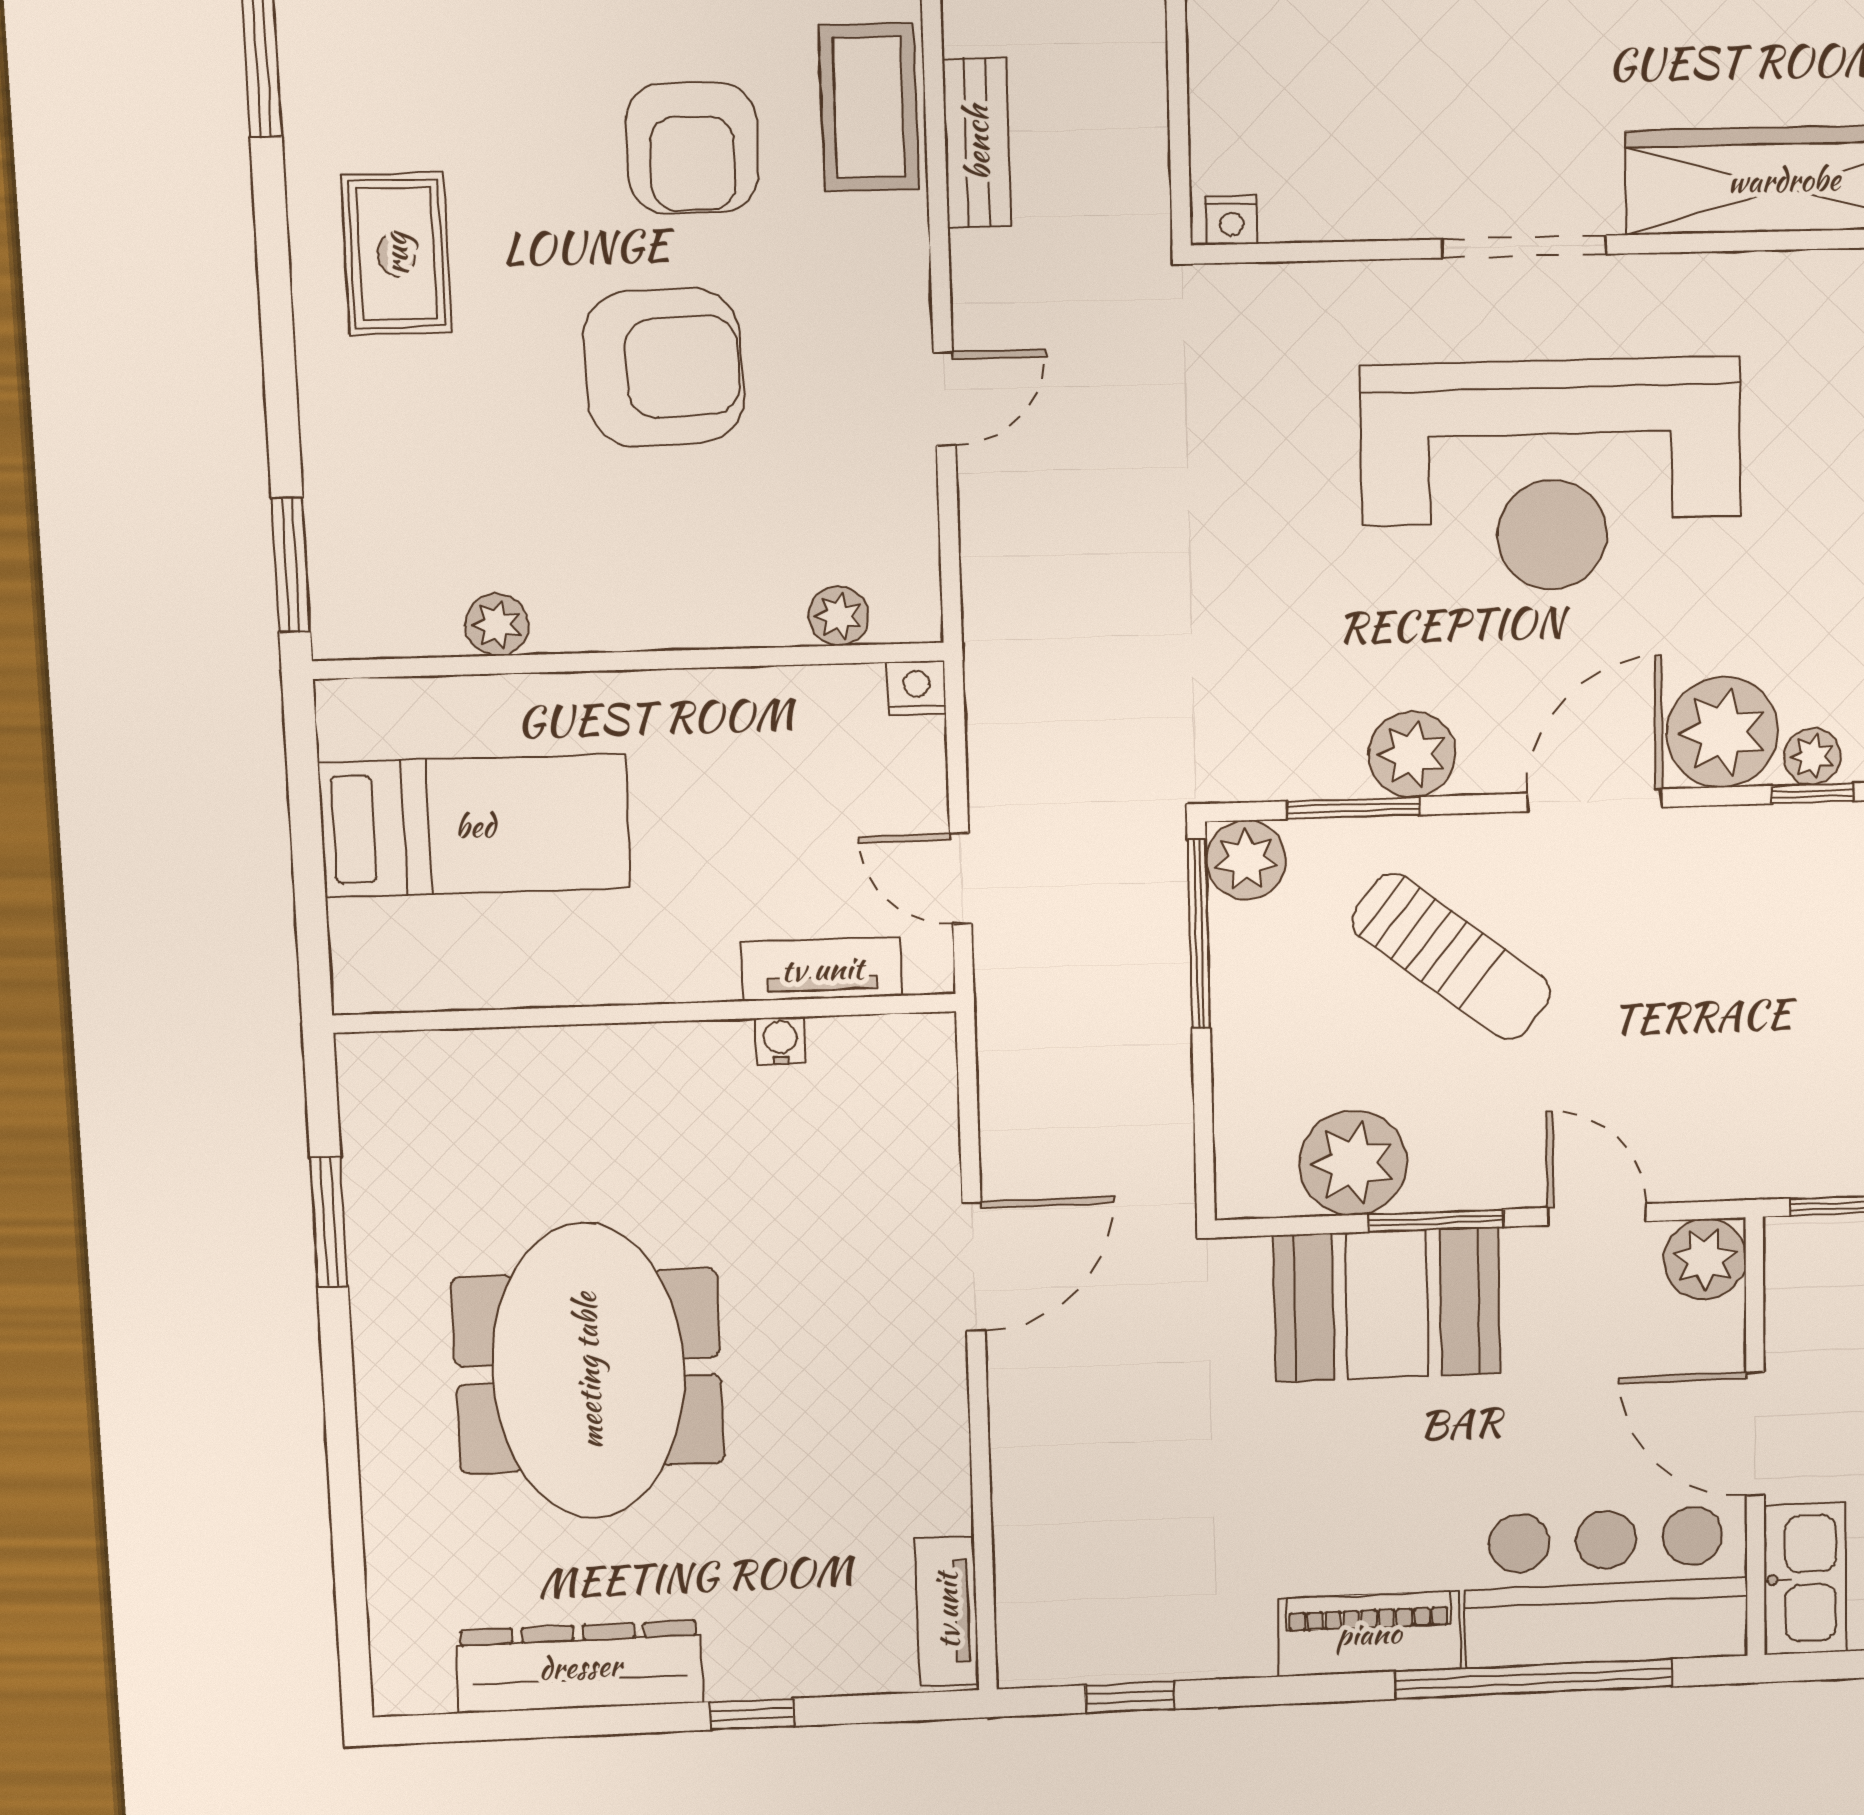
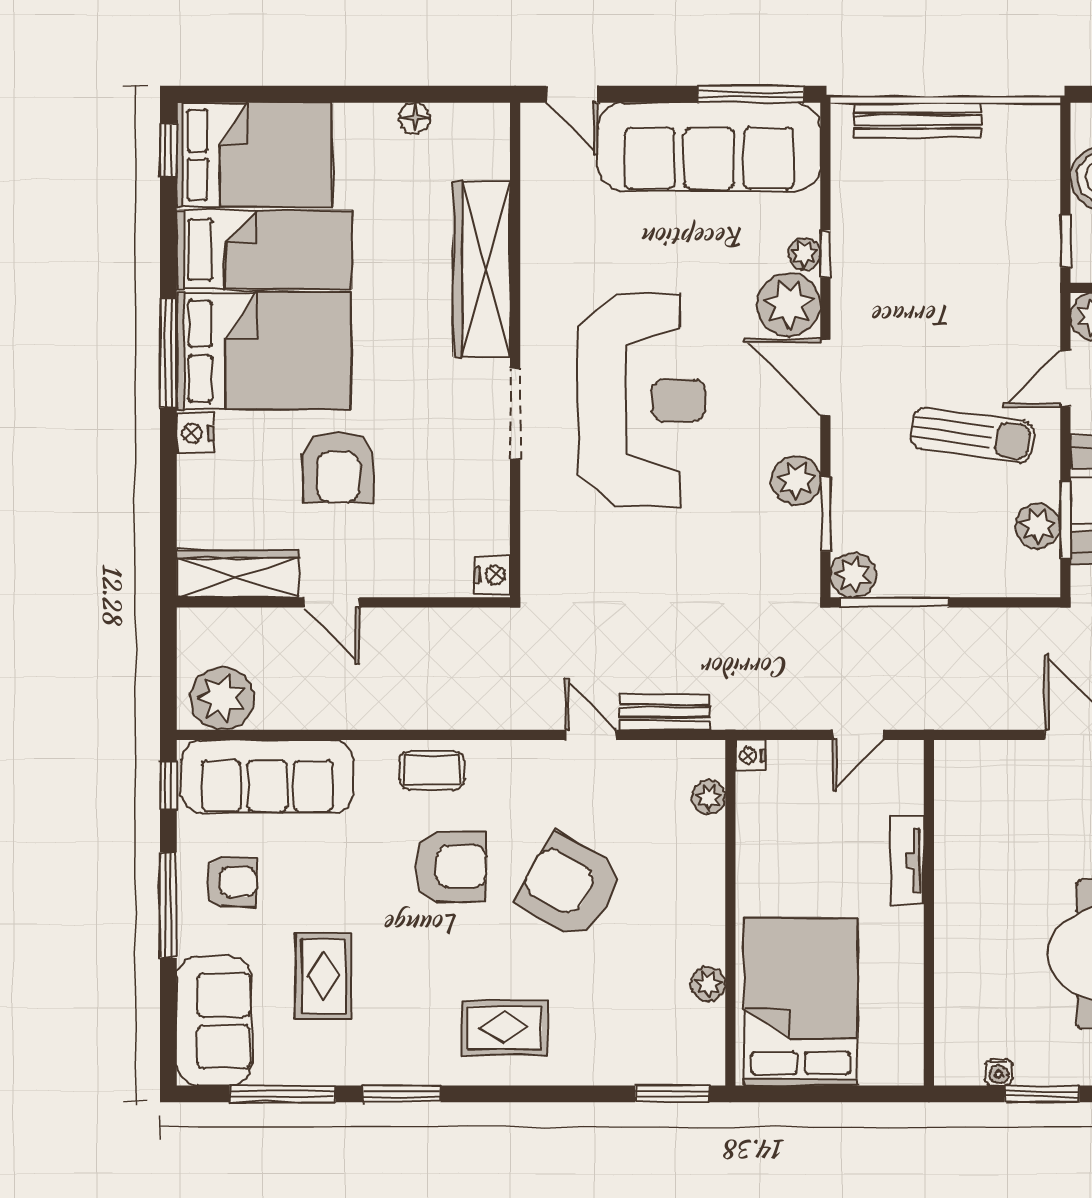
coffee table: (869, 107) -> (432, 770), width x0.73, depth x0.77
bench: (977, 143) -> (664, 713), moved
nightstand: (1232, 220) -> (492, 575), width x1.39, depth x1.35
armchair: (664, 368) -> (570, 887), turned -58
bed: (475, 826) -> (801, 1002), width x1.50
sun lounger: (1451, 957) -> (972, 435), moved, turned 60
tv unit: (822, 969) -> (907, 860), moved
water cooler: (780, 1041) -> (999, 1072), moved, turned -90
plant: (1353, 1163) -> (1038, 526), width x0.73, depth x0.73
window: (1436, 1221) -> (1065, 520), moved

